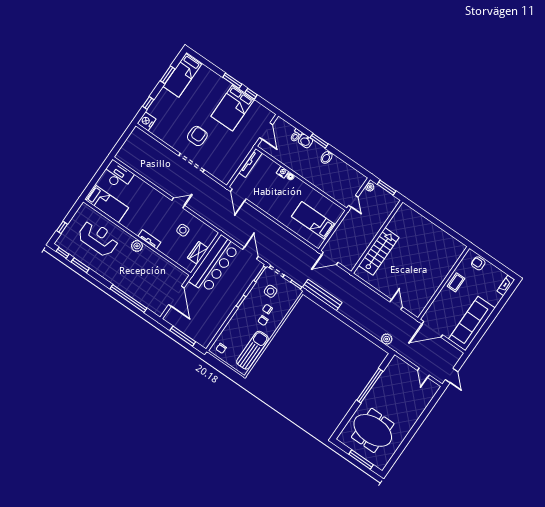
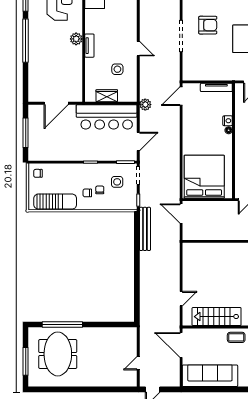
bed: (314, 221) -> (204, 177), width x2.04
stairs: (379, 251) -> (217, 317), moved, turned 180
window: (128, 298) -> (26, 41), moved
plant: (387, 339) -> (145, 105), moved
window: (370, 386) -> (62, 325), moved

